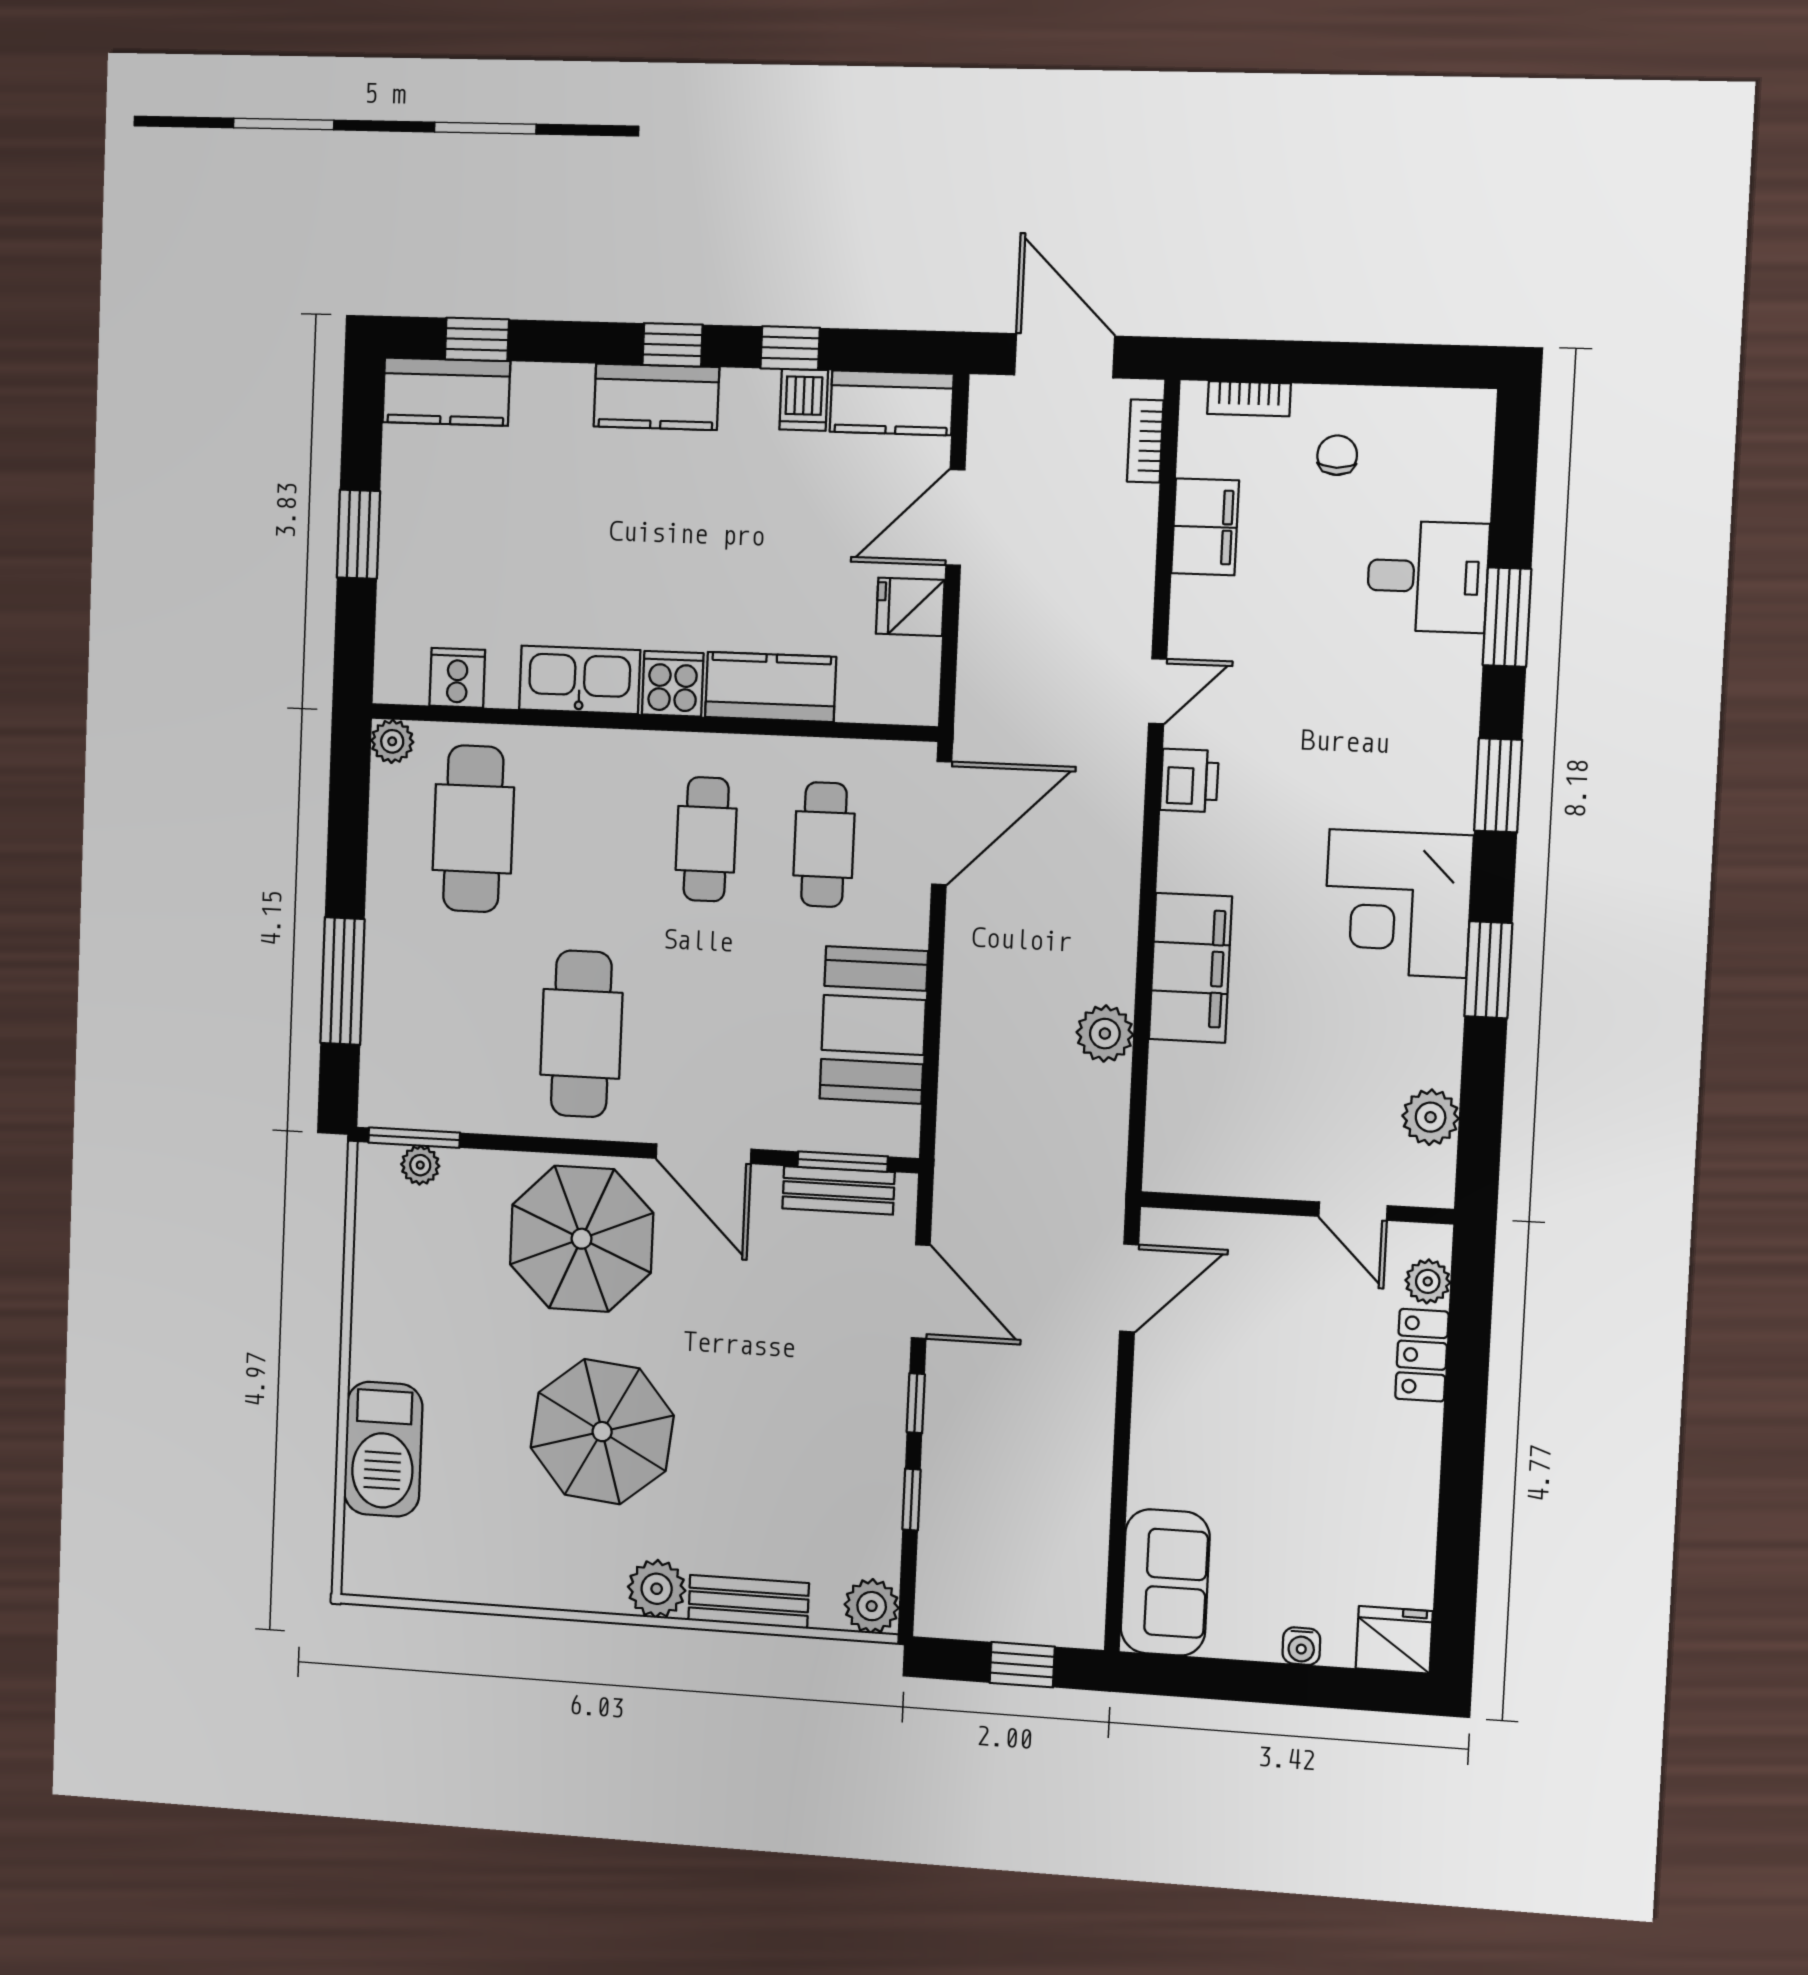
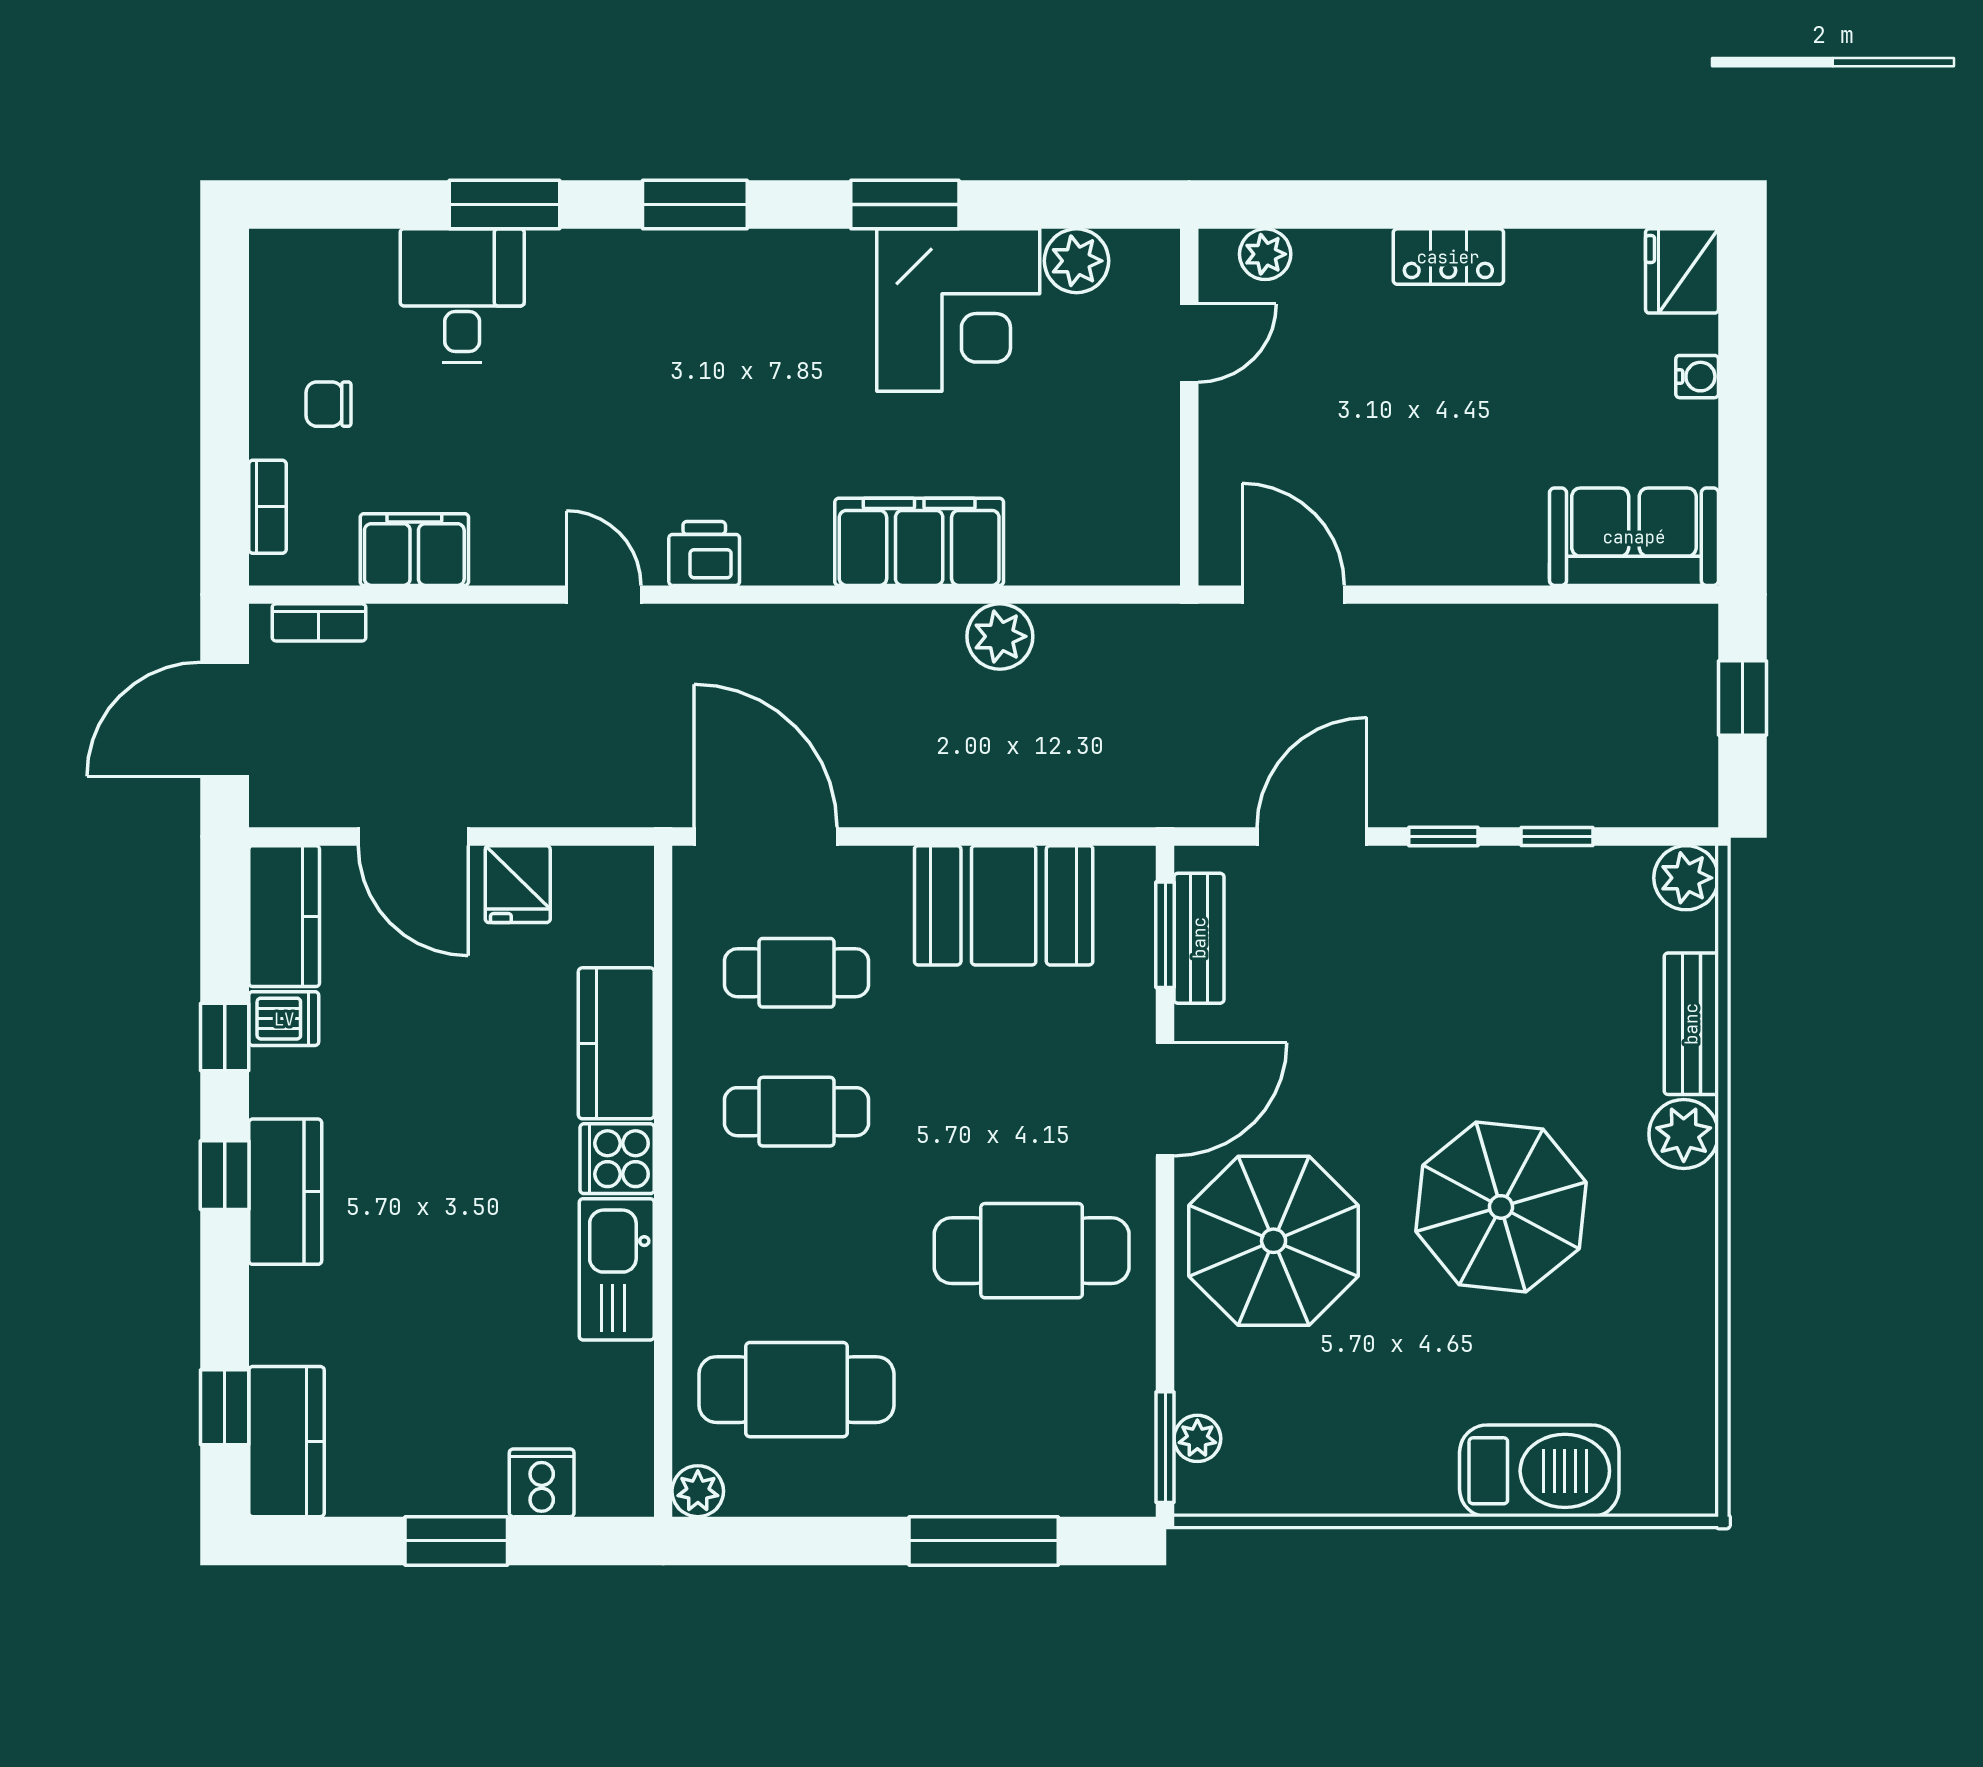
cooker: (457, 678) -> (542, 1483), moved, turned 90
corner desk: (1398, 903) -> (958, 310), moved
locker: (1422, 1355) -> (1448, 257), moved

